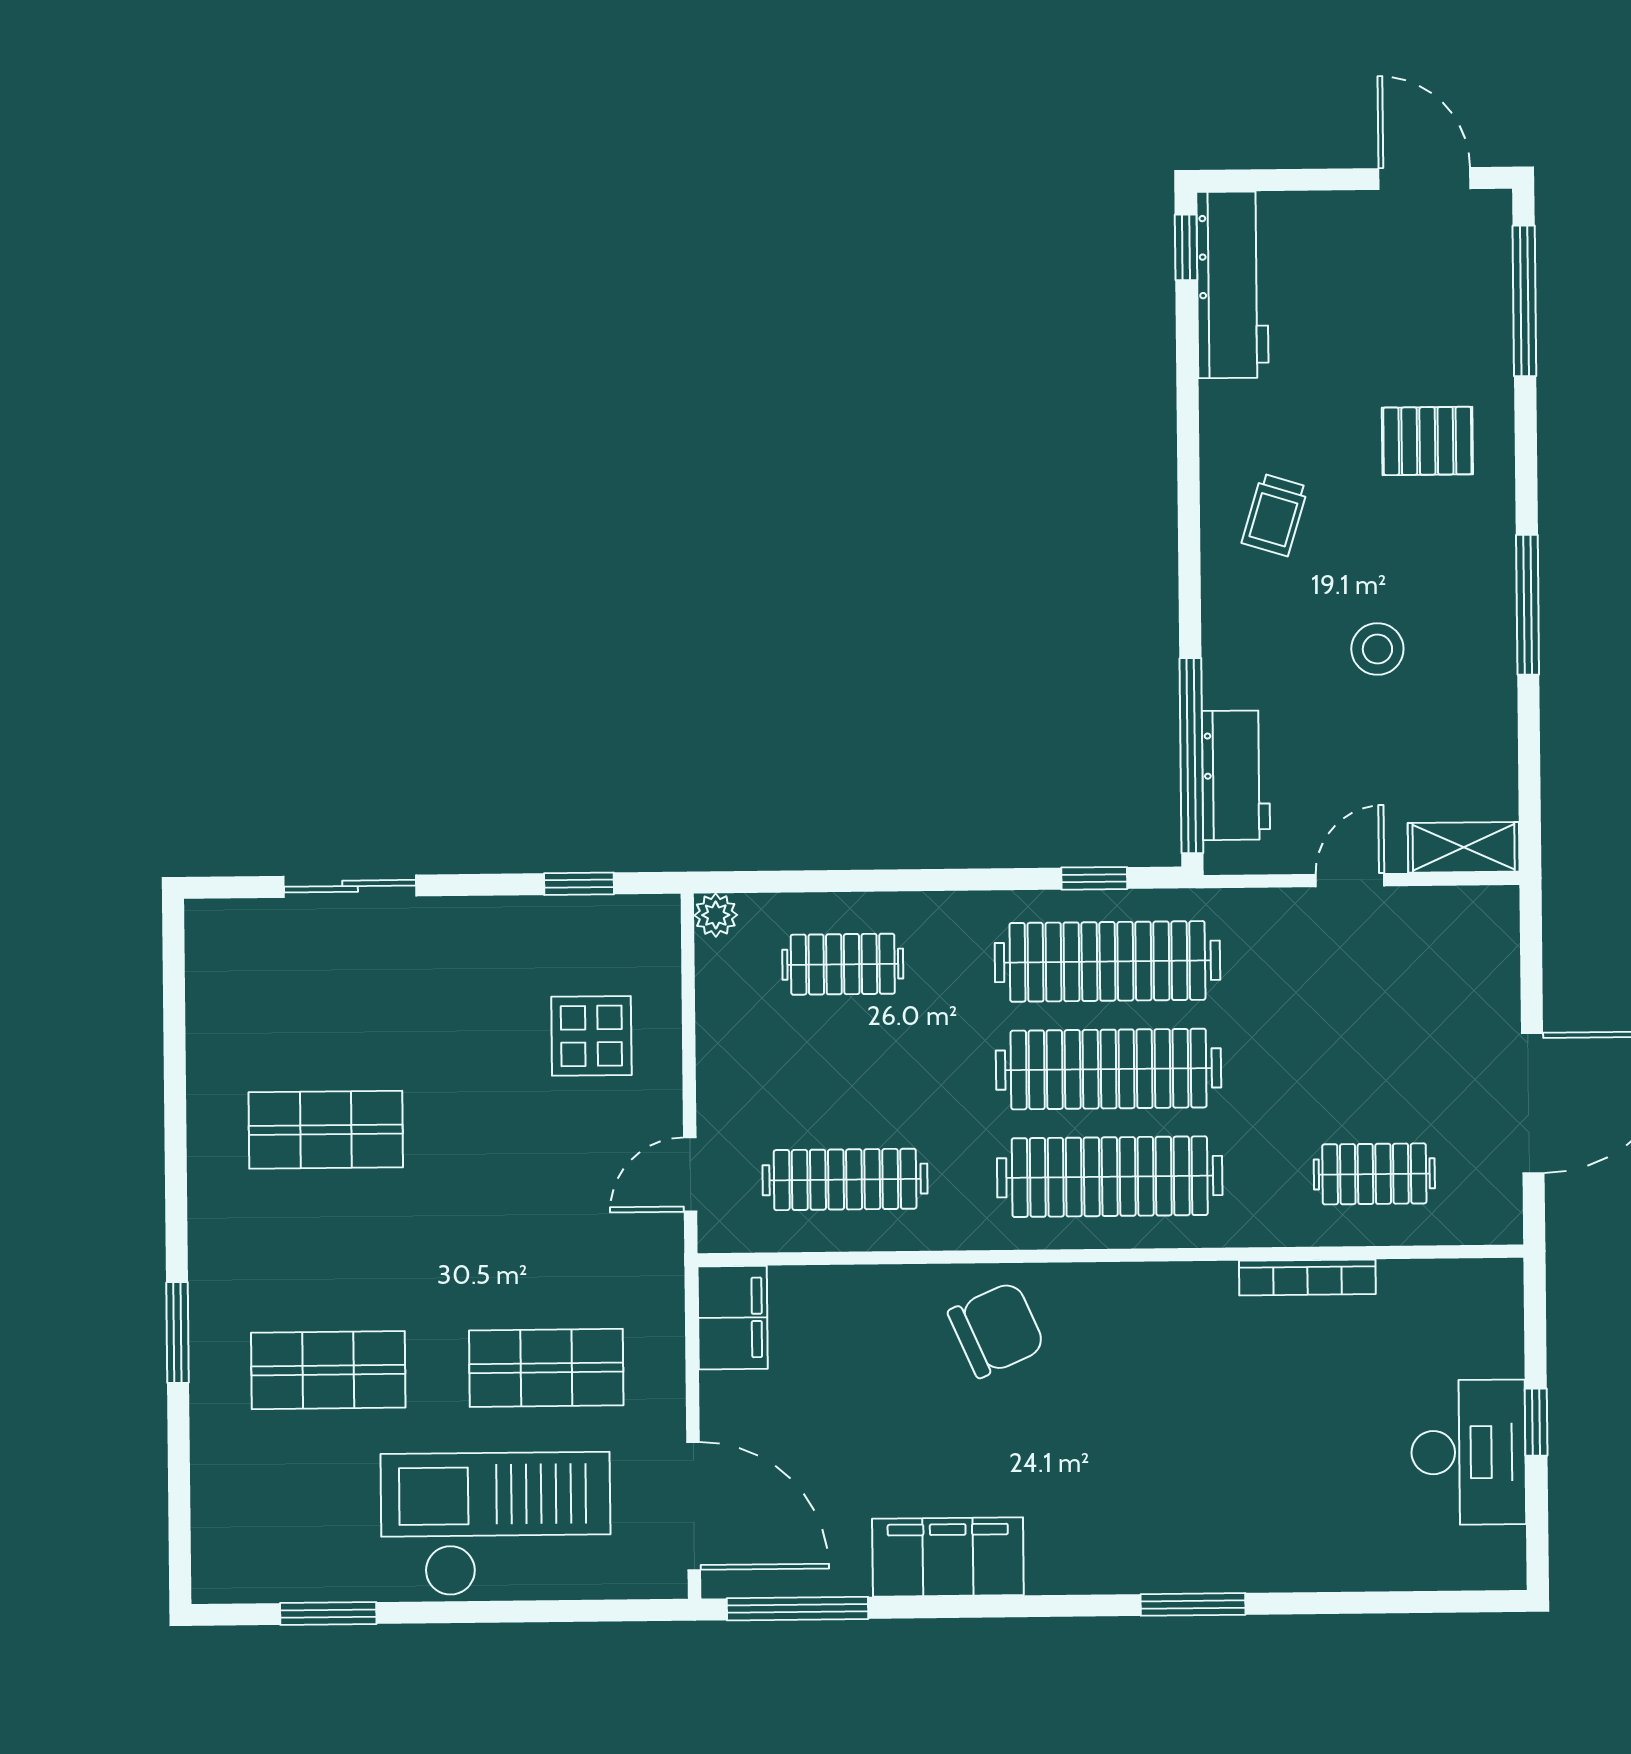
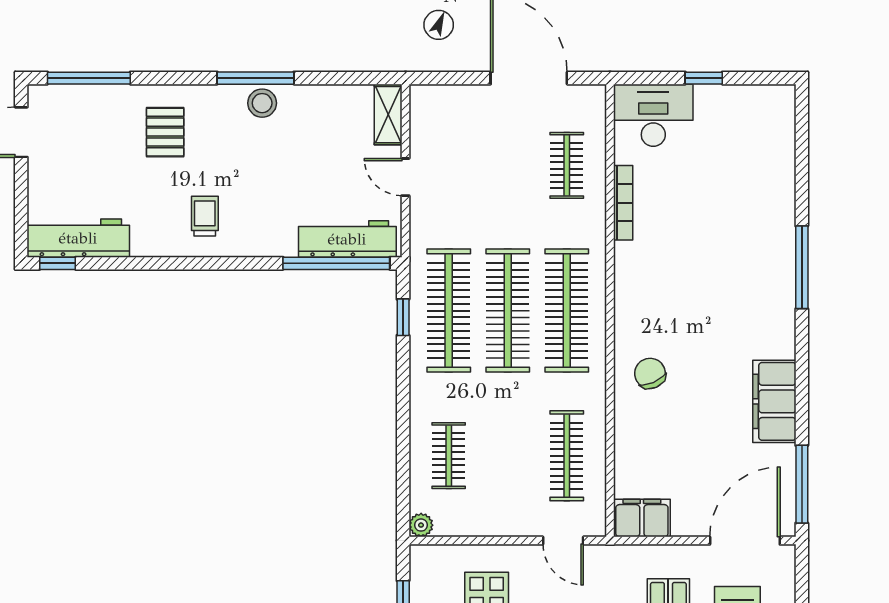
trolley: (1275, 515) -> (205, 216), turned -107
stool: (1377, 649) -> (262, 103), moved
workbench: (1236, 775) -> (347, 239), width x1.38
chair: (997, 1330) -> (650, 373), width x0.73, depth x0.73
desk: (1469, 1452) -> (653, 115), moved
window: (1193, 1604) -> (802, 267), width x1.44

